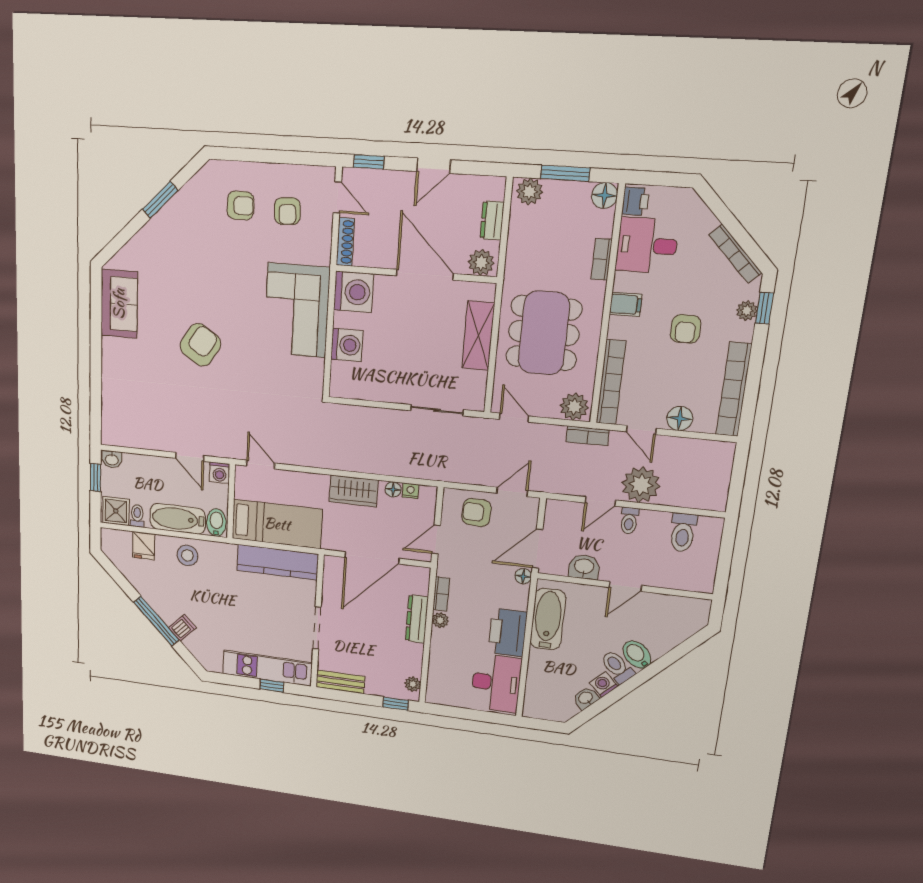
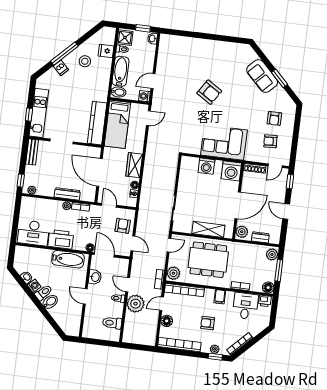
sofa: (119, 304) -> (262, 76), moved, turned 45
stool: (187, 555) -> (85, 61), moved

